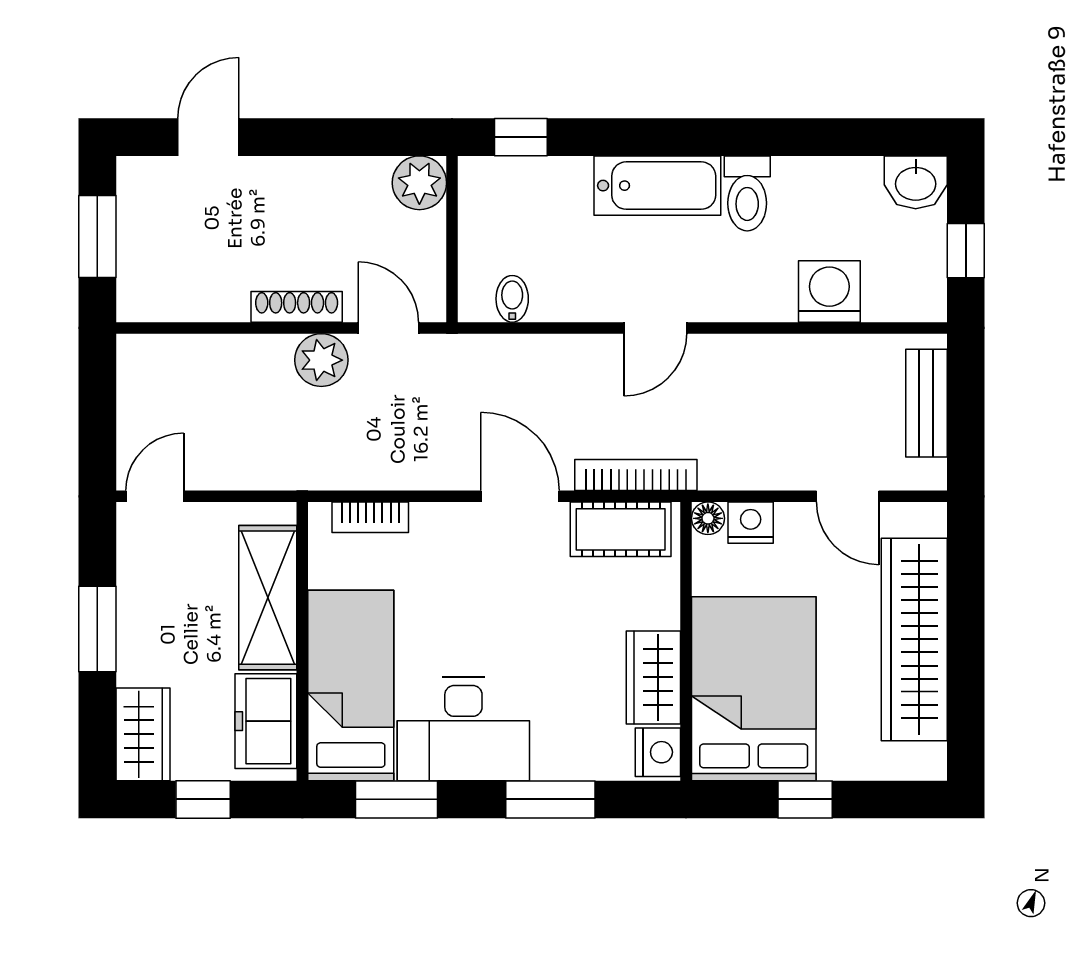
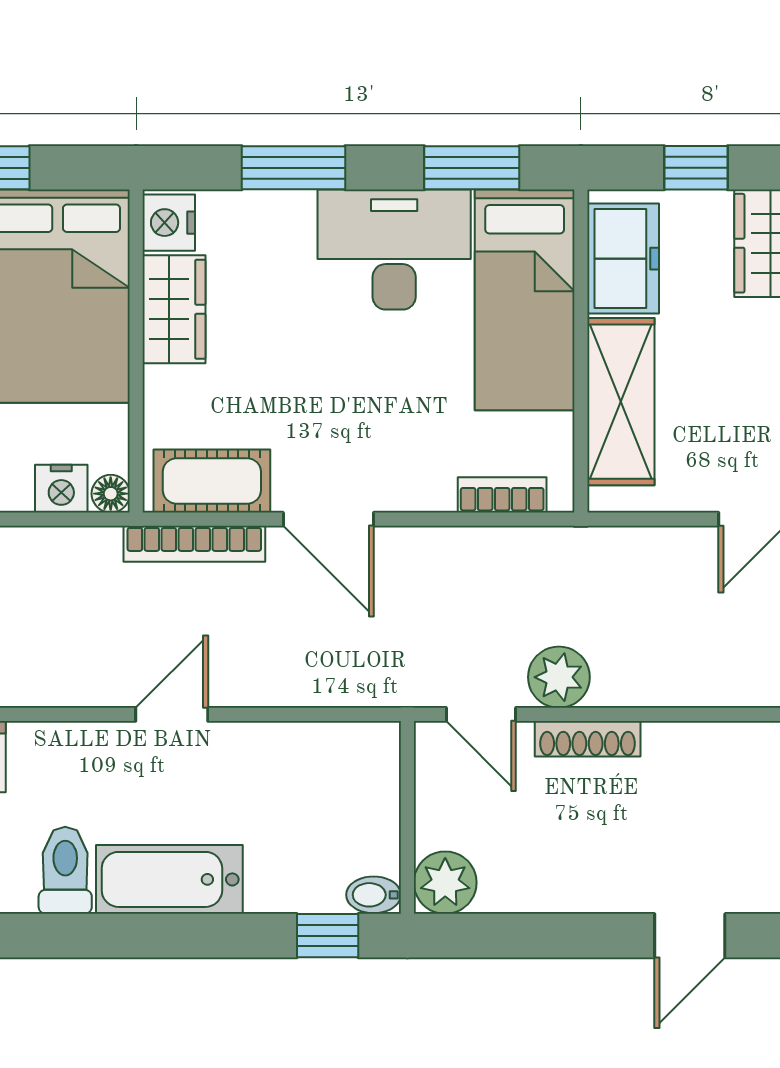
bidet: (512, 299) -> (374, 895), moved, turned 90

